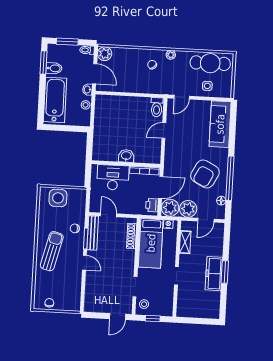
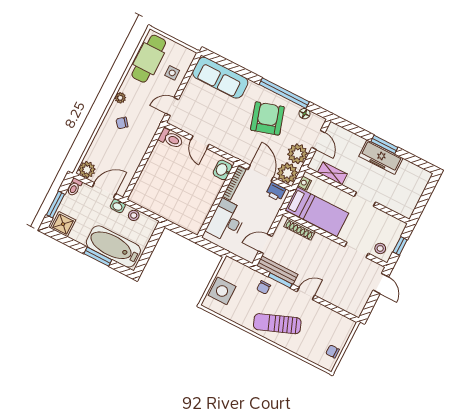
shower: (55, 54) -> (63, 224), added
window: (43, 62) -> (98, 257), moved
bidet: (54, 68) -> (78, 232), removed
door: (182, 97) -> (172, 107), swing flipped
washbasin: (126, 156) -> (223, 170), moved
armchair: (205, 174) -> (267, 118), turned -134
sun lounger: (52, 251) -> (277, 324), turned -35

